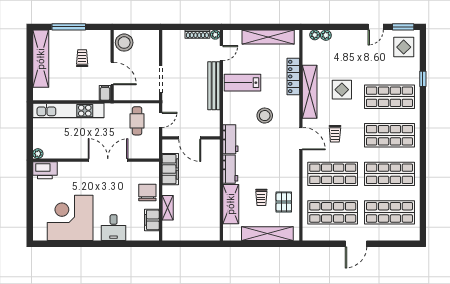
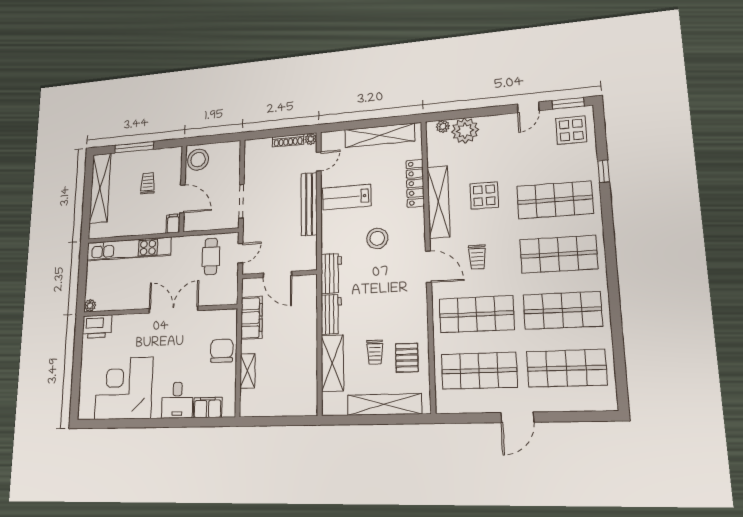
plant: (326, 35) -> (465, 131), width x1.88, depth x1.88
filing cabinet: (152, 220) -> (208, 408), moved, turned 90

